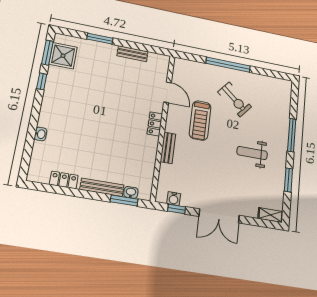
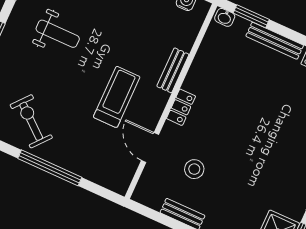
stool: (133, 85) -> (194, 169), added
exercise bike: (235, 99) -> (31, 121), moved
washbasin: (131, 192) -> (225, 17), moved

